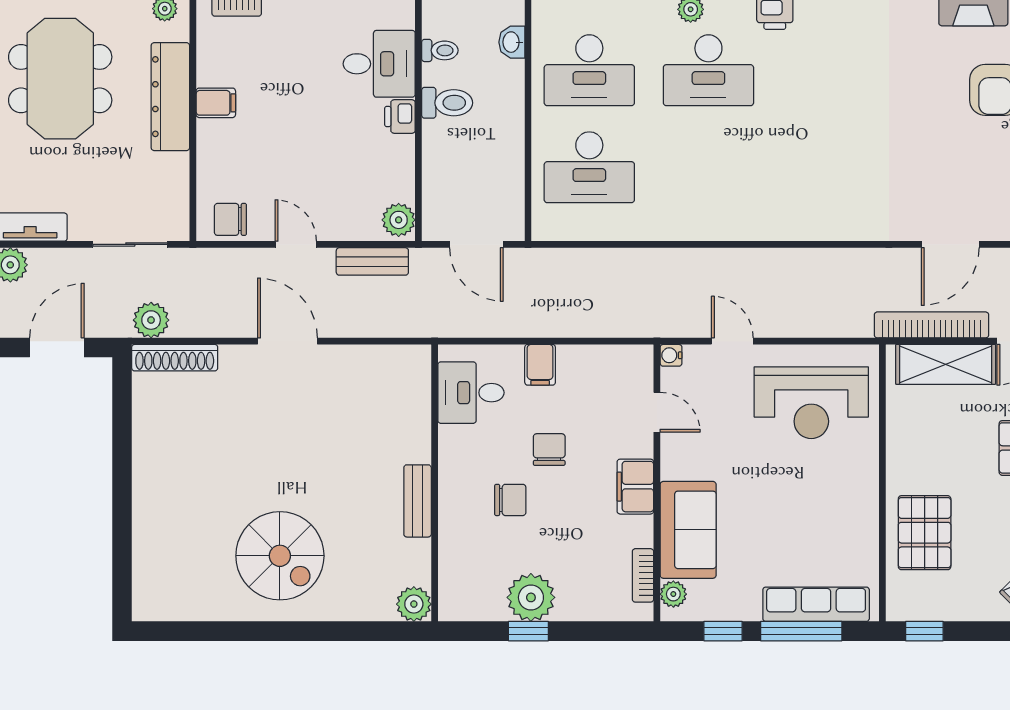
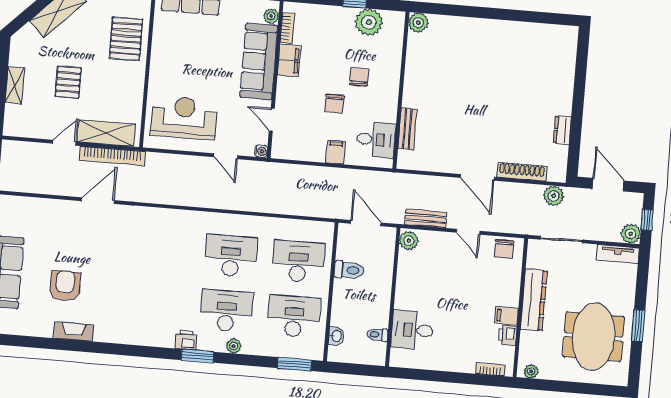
dresser: (170, 97) -> (534, 300), moved
toilet: (447, 103) -> (349, 270), moved, turned 180
printer: (400, 117) -> (508, 335), moved, turned 180
desk: (708, 167) -> (231, 256), added
chair: (230, 219) -> (504, 249), turned 90
door: (57, 348) -> (608, 185), swing flipped
shoe rack: (175, 358) -> (522, 172), moved
dresser: (146, 437) -> (562, 130), added
filing cabinet: (635, 487) -> (289, 60), moved
chair: (510, 500) -> (359, 77), turned 90
bench: (418, 501) -> (407, 129), moved
sofa: (688, 530) -> (259, 61), width x1.36
spiral stairs: (280, 556) -> (492, 56), removed
plant: (531, 597) -> (369, 22), moved

